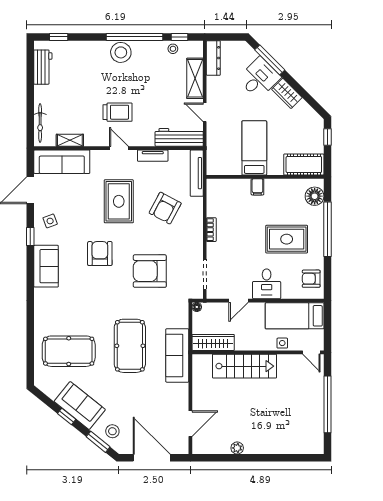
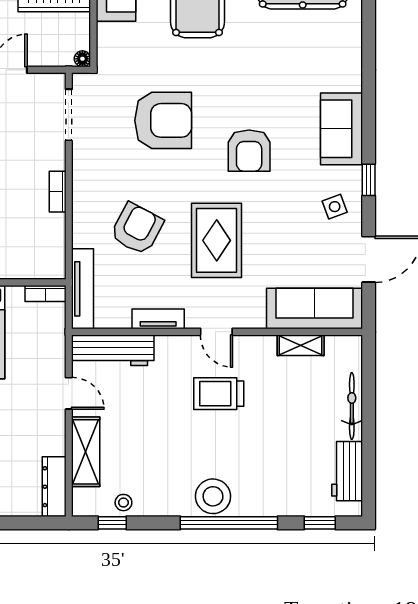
window: (135, 37) -> (229, 523), moved
bicycle: (40, 123) -> (352, 406), moved
bookcase: (218, 170) -> (45, 293), added

